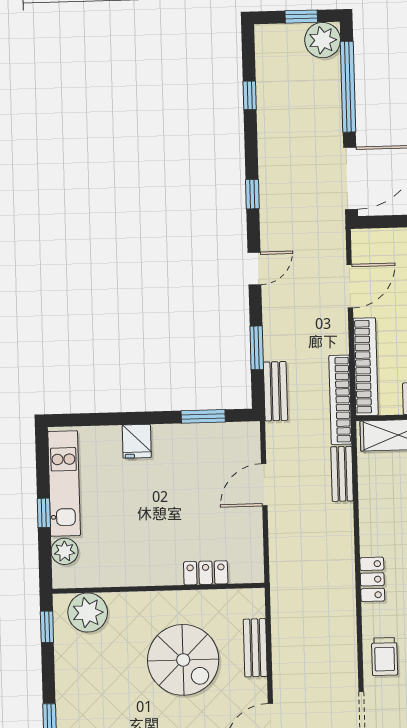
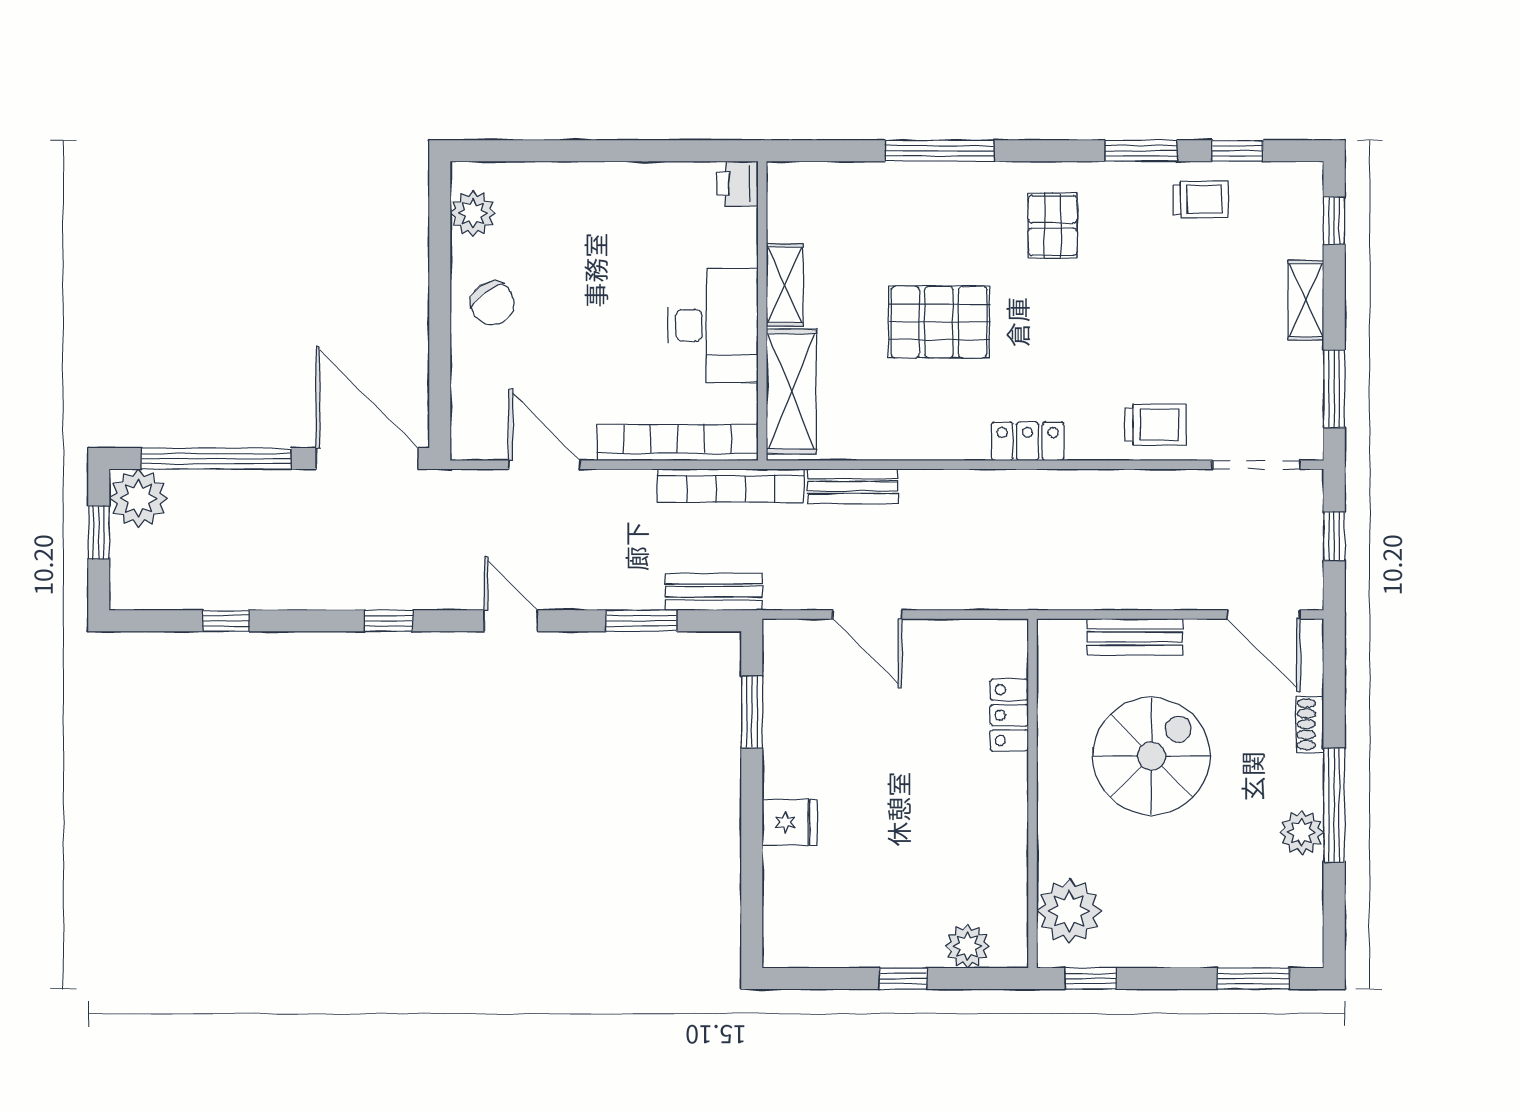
kitchen unit: (64, 483) -> (856, 944), removed

